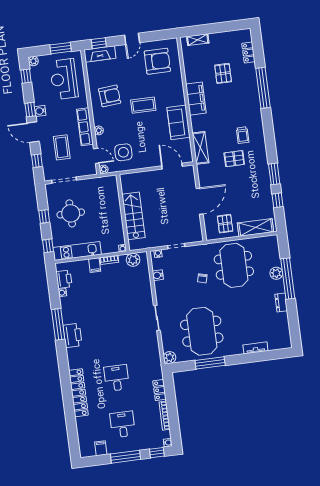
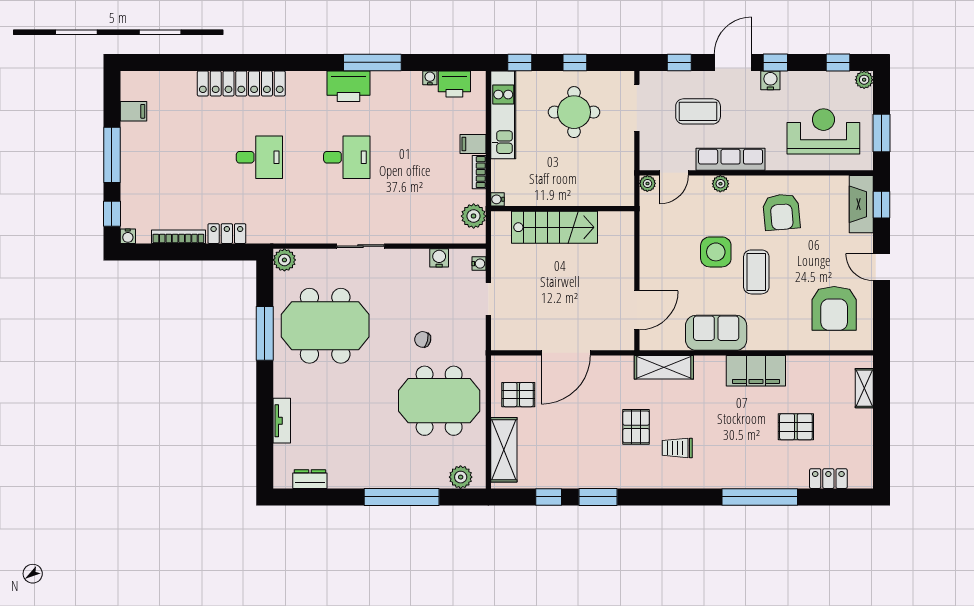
side table: (123, 152) -> (716, 252), moved
door: (200, 201) -> (566, 353), hinge flipped
plant: (276, 273) -> (461, 477), moved
dresser: (281, 303) -> (310, 479), moved
desk: (123, 424) -> (347, 157), moved

